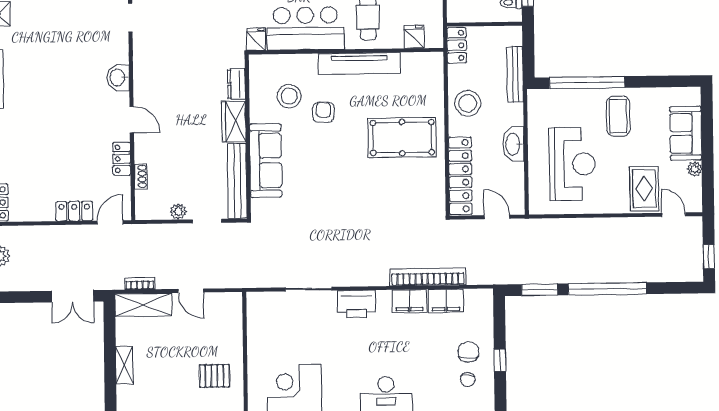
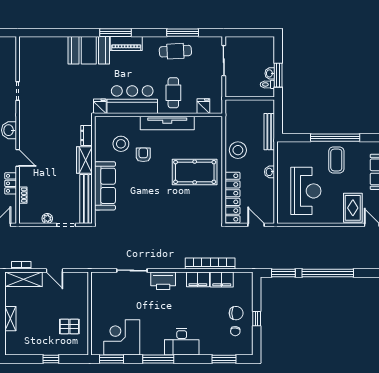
locker: (457, 45) -> (231, 112), removed
window: (587, 83) -> (335, 138), moved
washbasin: (513, 144) -> (270, 172), width x0.52, depth x0.69
chair: (468, 352) -> (236, 313), turned 90

